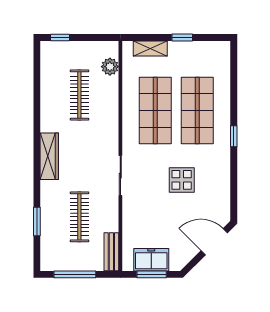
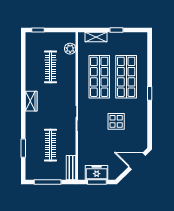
wardrobe: (49, 156) -> (31, 101), width x0.67

